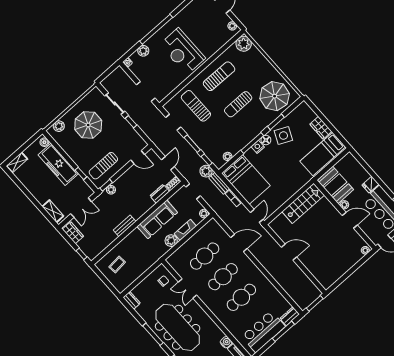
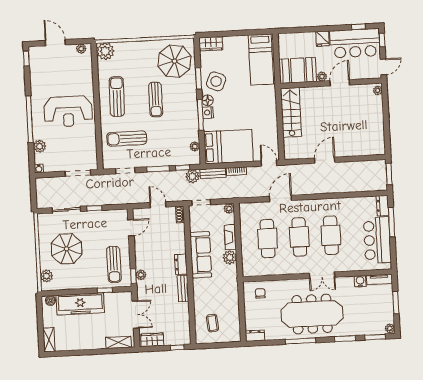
wardrobe: (321, 128) -> (211, 44), moved
dresser: (160, 194) -> (181, 264), moved
double door: (188, 289) -> (322, 275), moved

